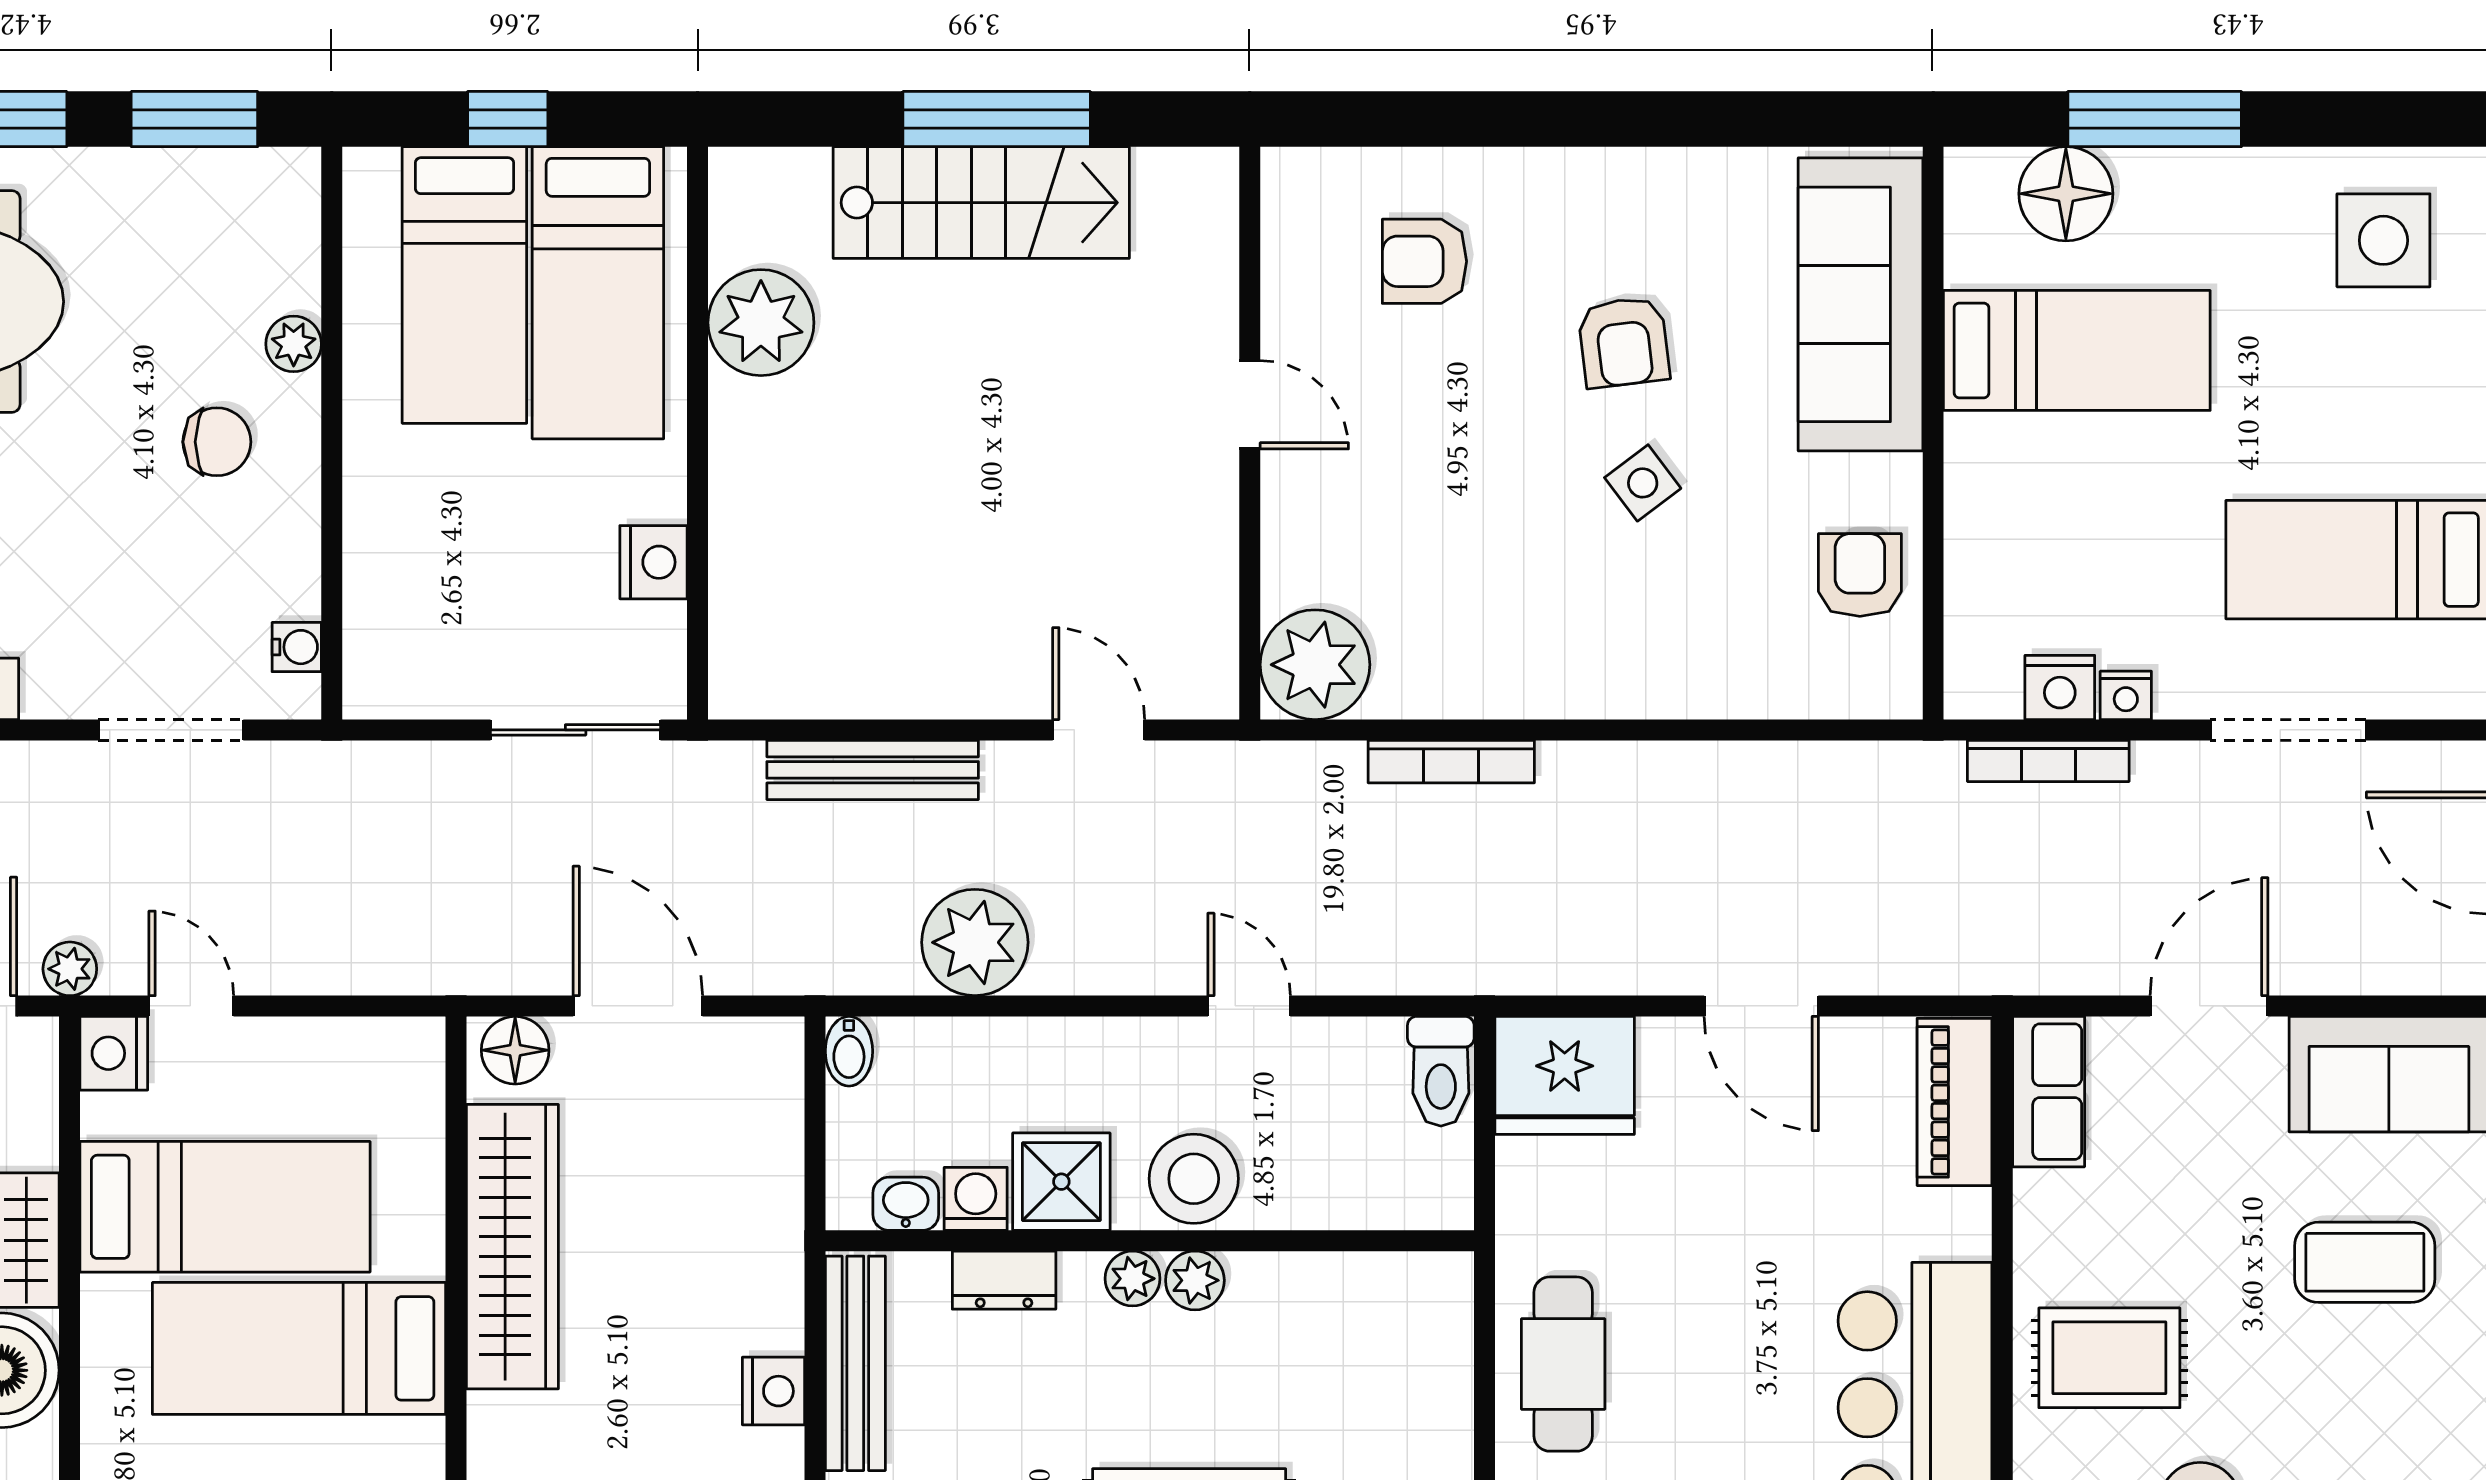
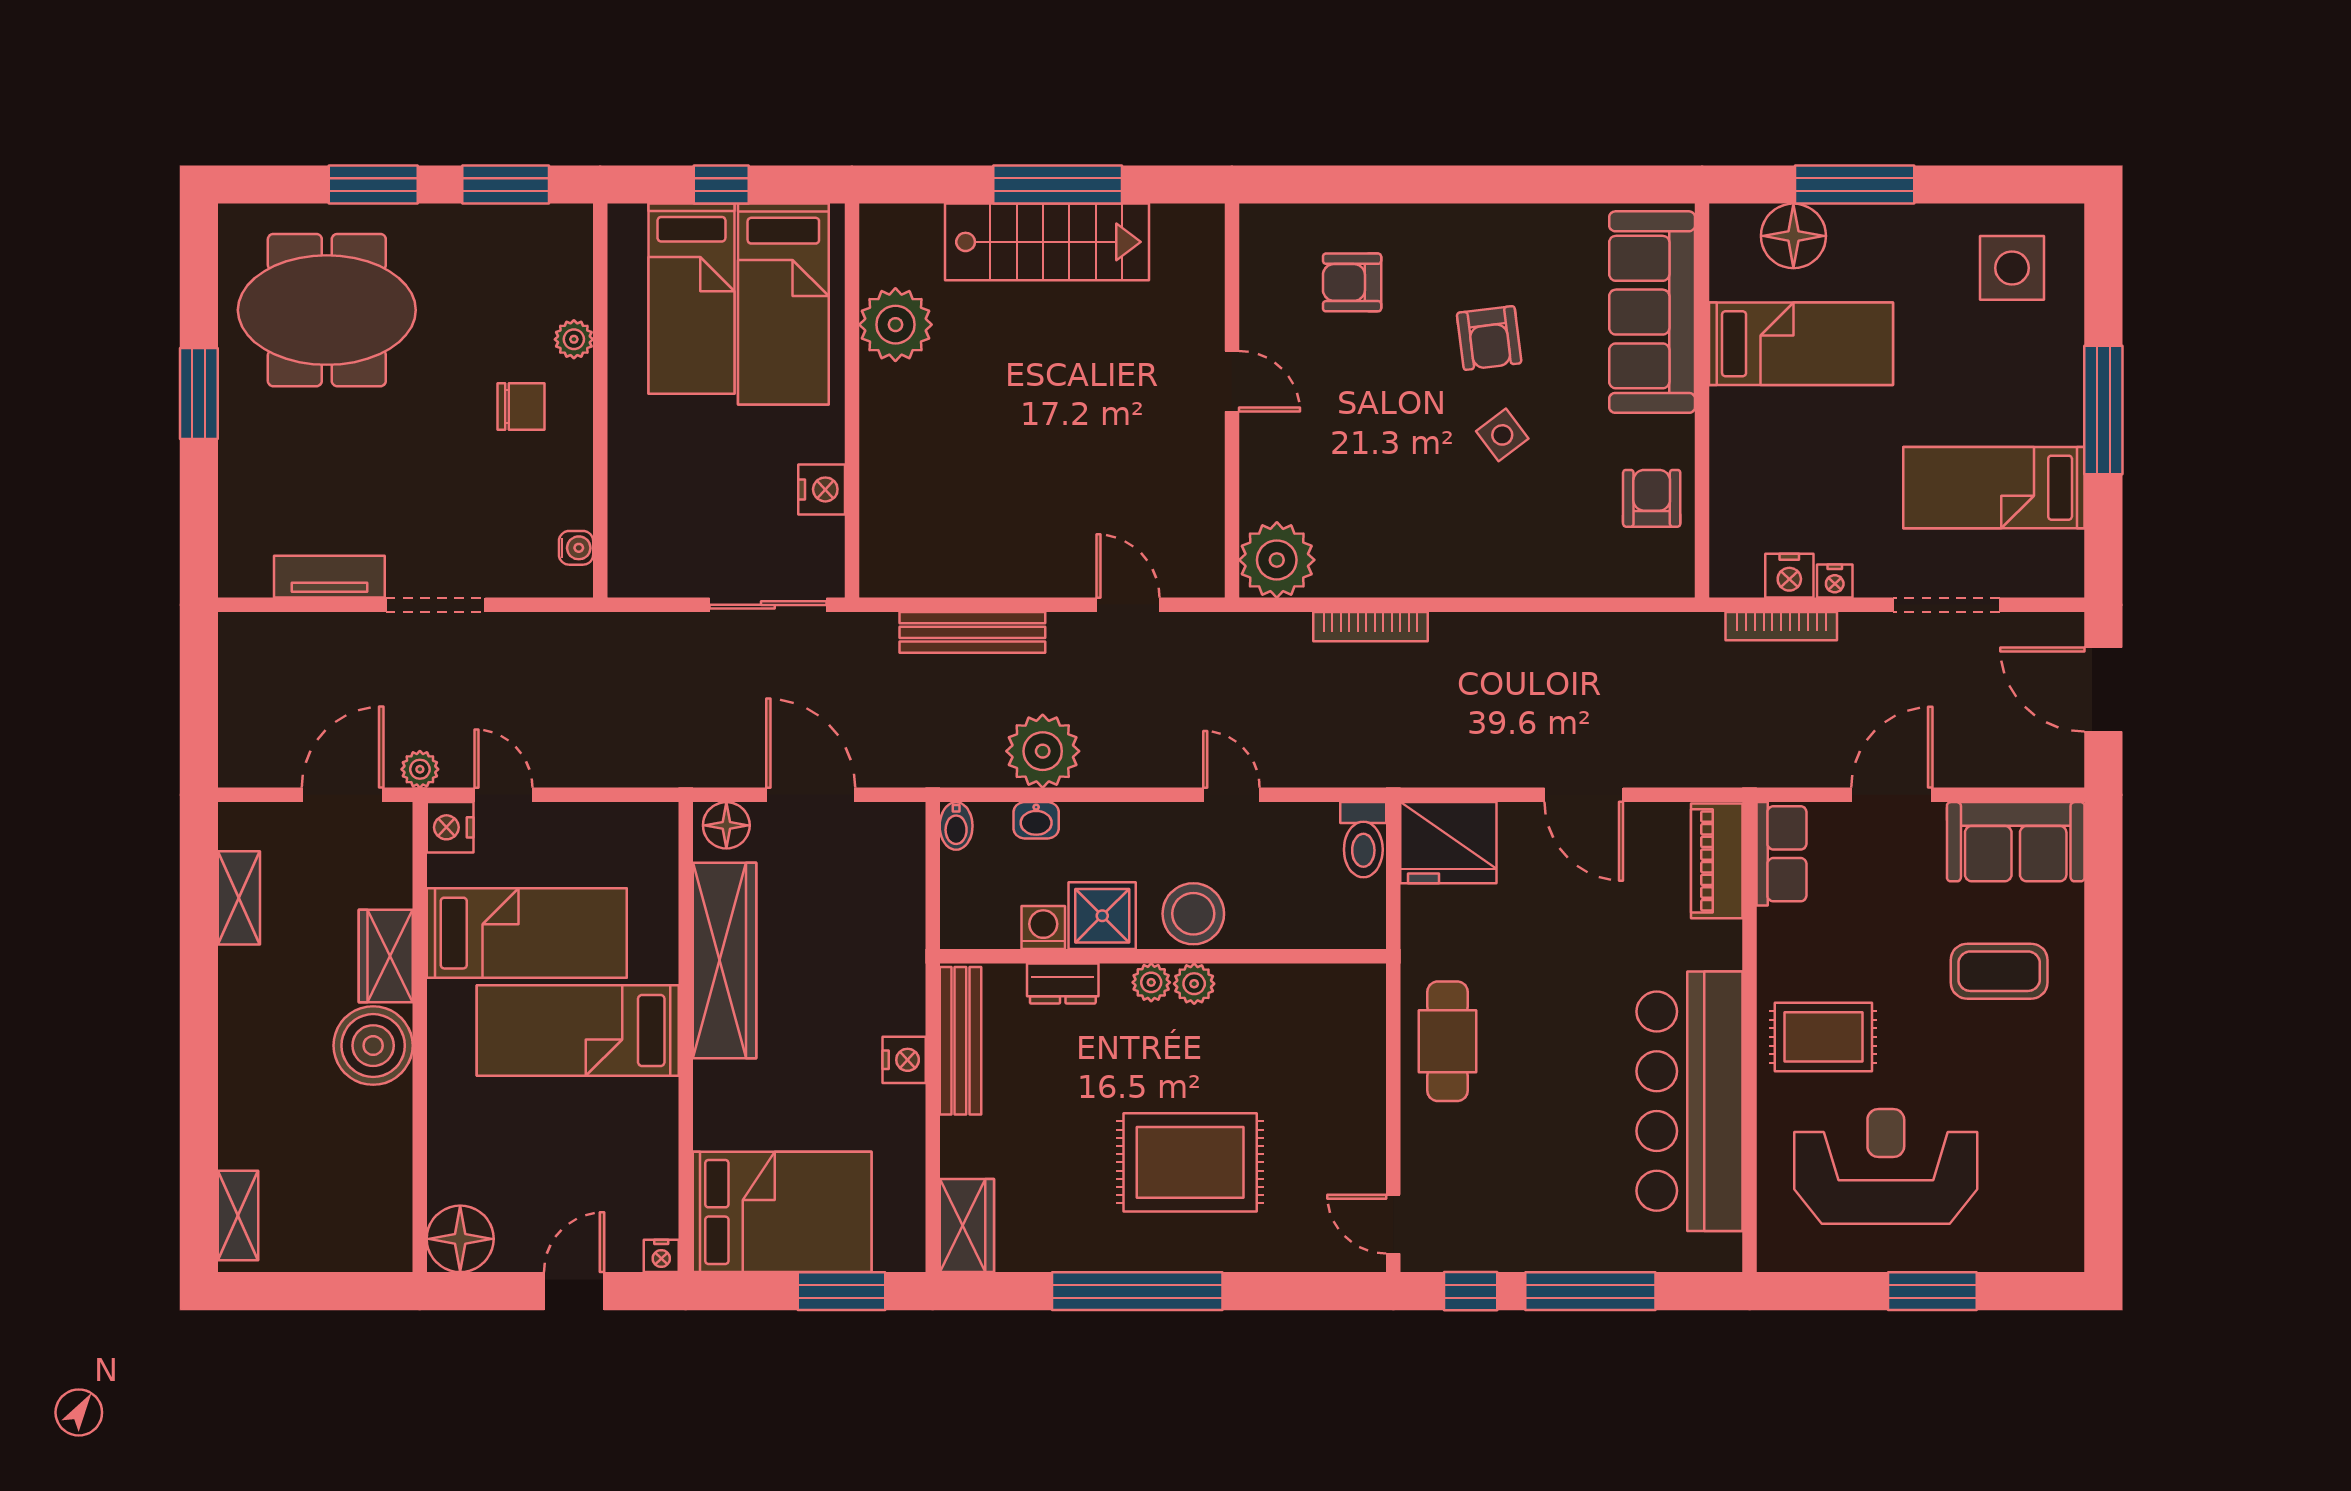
doorway: (171, 730) -> (435, 605), moved
washbasin: (906, 1204) -> (1036, 820), moved, turned 180

